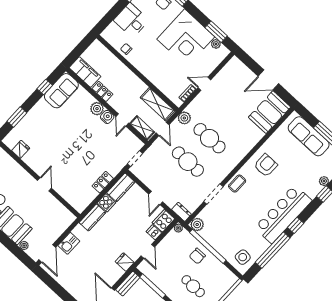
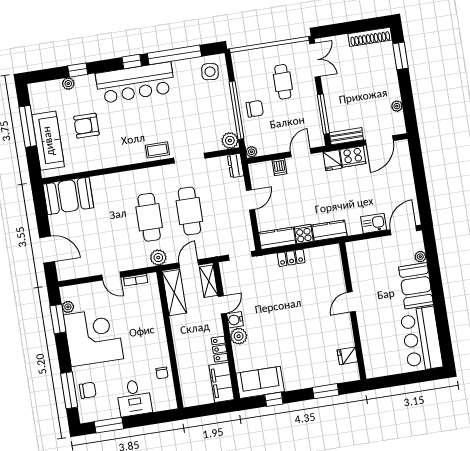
door: (268, 80) -> (47, 250), moved
armchair: (266, 165) -> (86, 126), moved
cooker: (163, 221) -> (353, 157), moved

